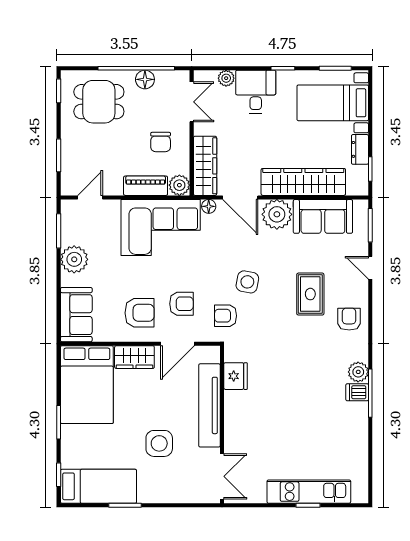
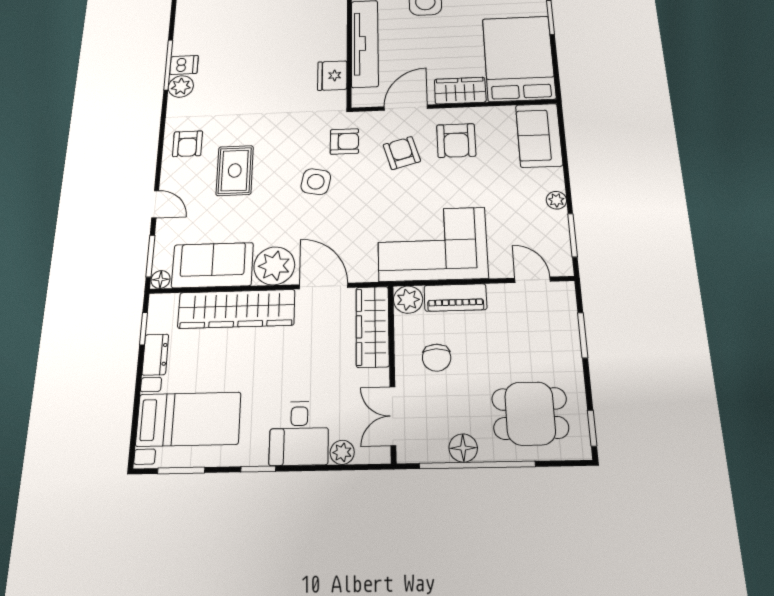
chair: (161, 142) -> (437, 358), turned 180
door: (90, 197) -> (532, 280), swing flipped
floor lamp: (209, 206) -> (161, 279), moved
plant: (74, 259) -> (556, 200), width x0.53, depth x0.53
armchair: (181, 304) -> (402, 153), turned 74
armchair: (139, 313) -> (456, 140), turned -90

